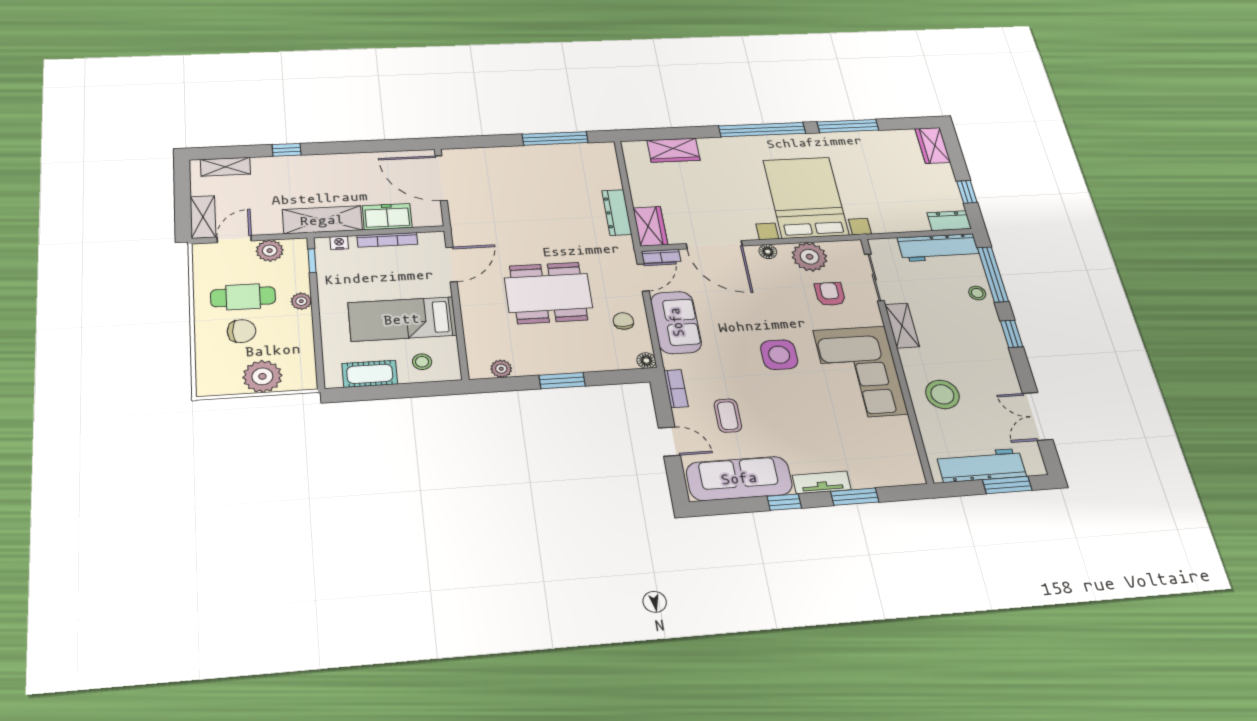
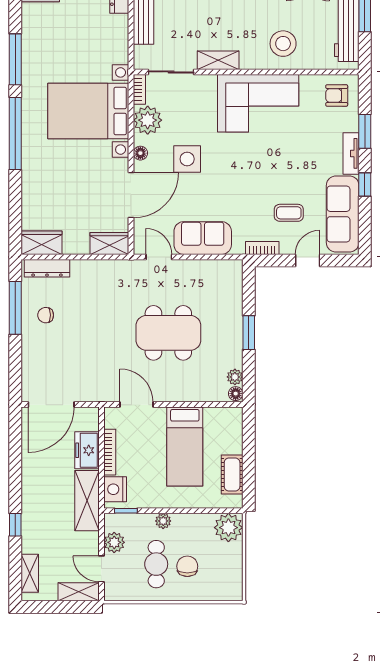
wardrobe: (673, 150) -> (42, 243), moved, turned -90
dresser: (617, 212) -> (47, 268), moved
nightstand: (339, 243) -> (115, 489), width x1.89, depth x1.79
bookcase: (661, 256) -> (139, 89), moved
dining table: (548, 293) -> (168, 333), turned 90
armchair: (830, 294) -> (337, 95), moved
chair: (623, 321) -> (46, 315), moved
side table: (779, 355) -> (187, 159), moved
floor lamp: (646, 361) -> (236, 394), moved
stool: (422, 362) -> (224, 435), removed
plant: (262, 376) -> (228, 528), moved

